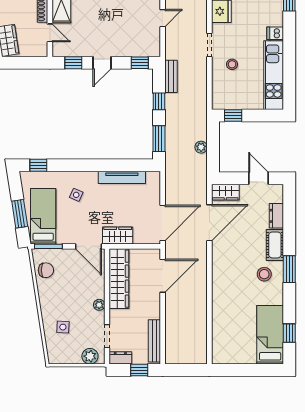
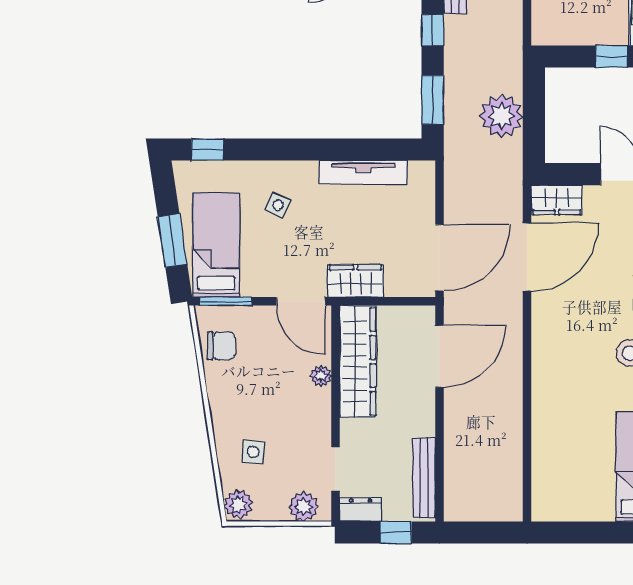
window: (233, 115) -> (612, 56), moved
plant: (201, 147) -> (501, 116), width x1.87, depth x1.87
plant: (99, 305) -> (321, 376), moved
plant: (55, 355) -> (238, 504), added

